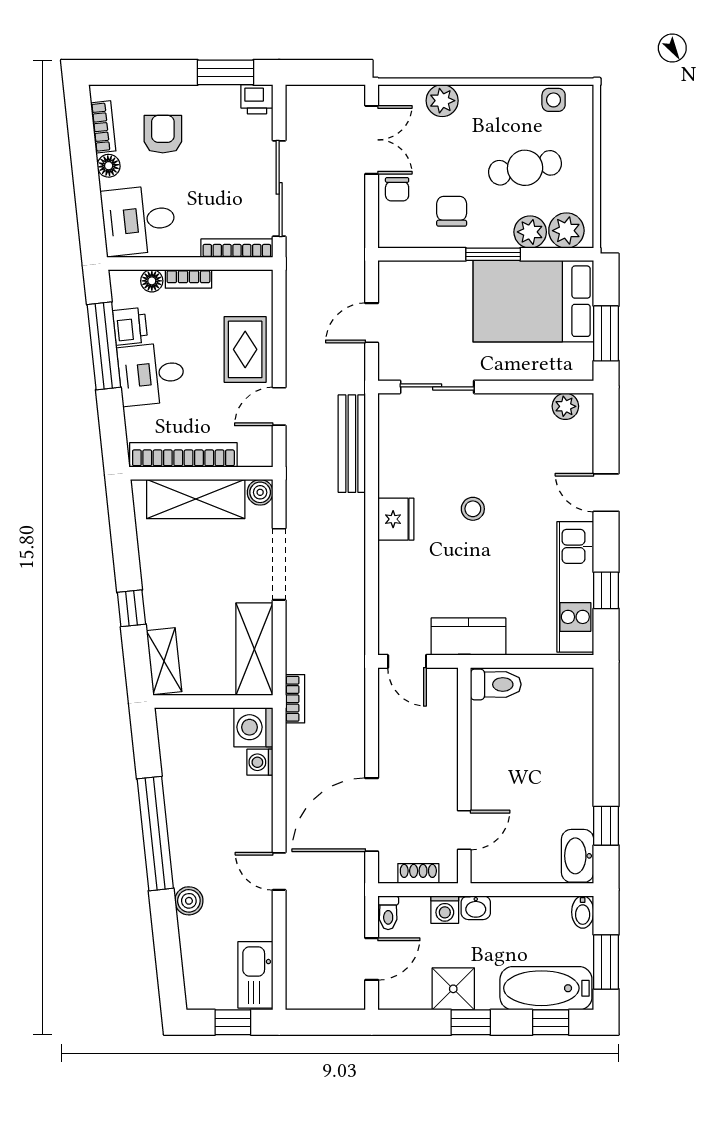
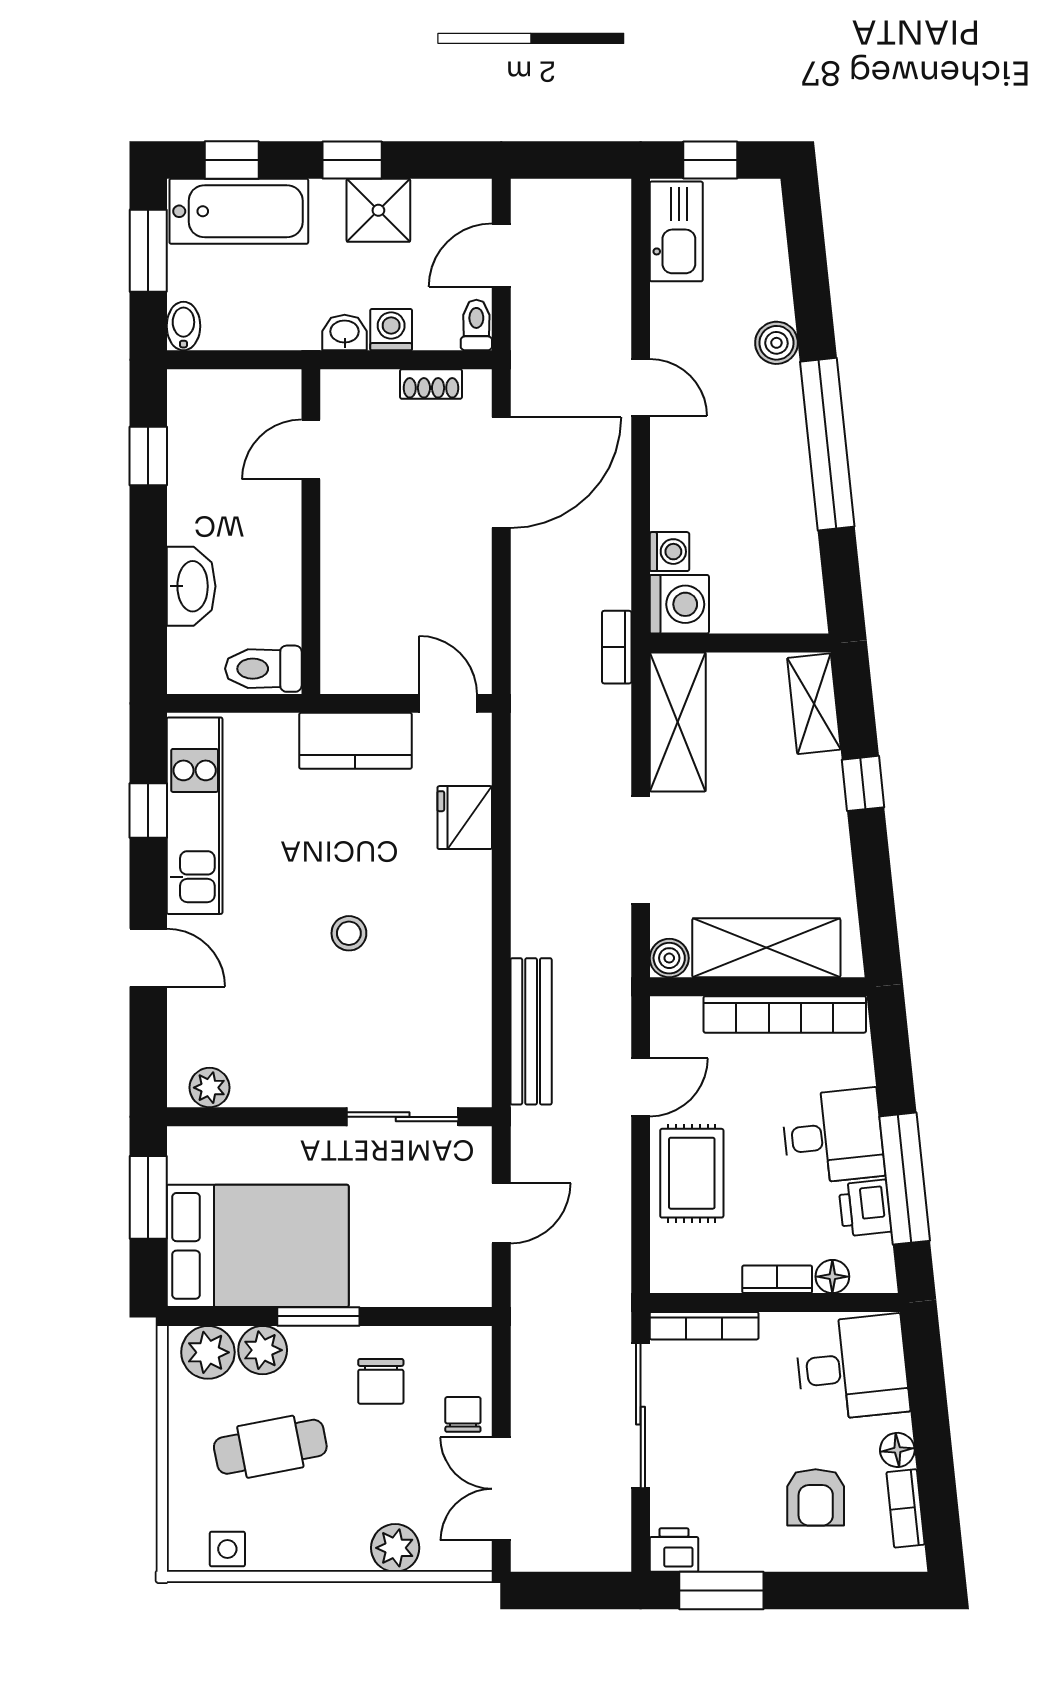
fridge: (396, 519) -> (465, 818), moved
toilet: (496, 684) -> (263, 669), moved
wall: (464, 776) -> (311, 532), moved
door: (464, 830) -> (311, 449), moved
washbasin: (578, 856) -> (191, 586), moved

